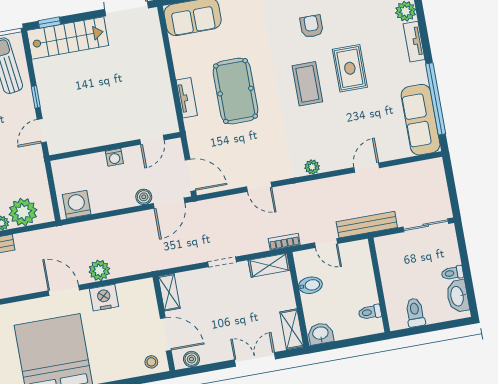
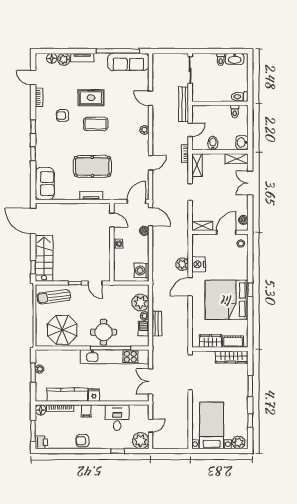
toilet: (415, 313) -> (240, 97), moved

